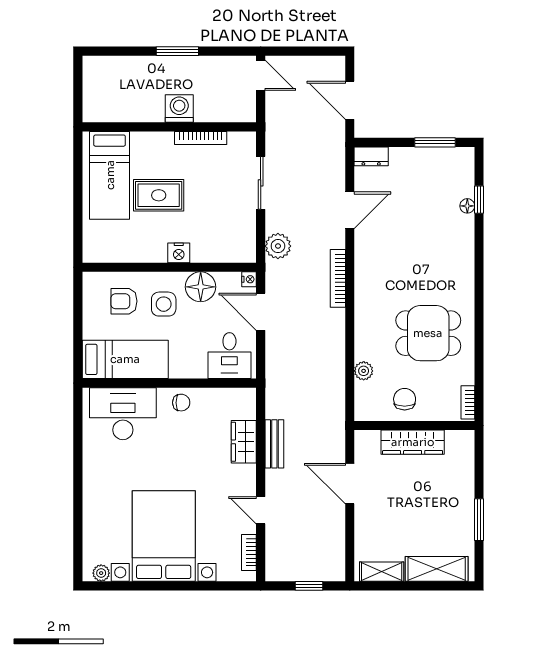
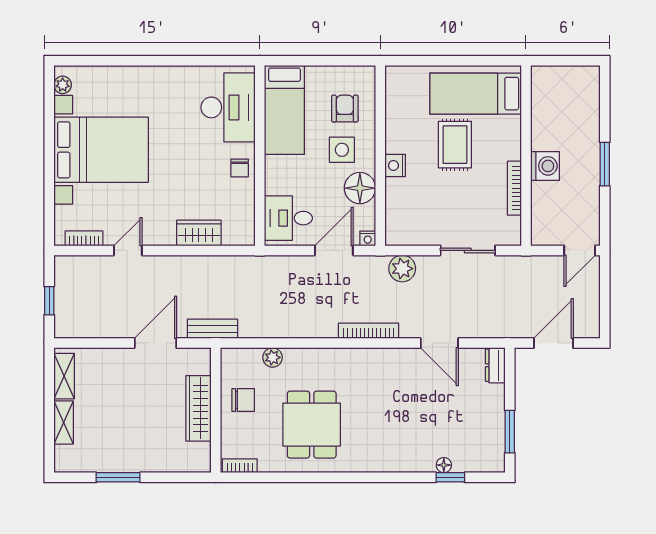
bench: (274, 444) -> (212, 329), moved
shelving: (437, 569) -> (64, 422), width x0.67, depth x0.75

